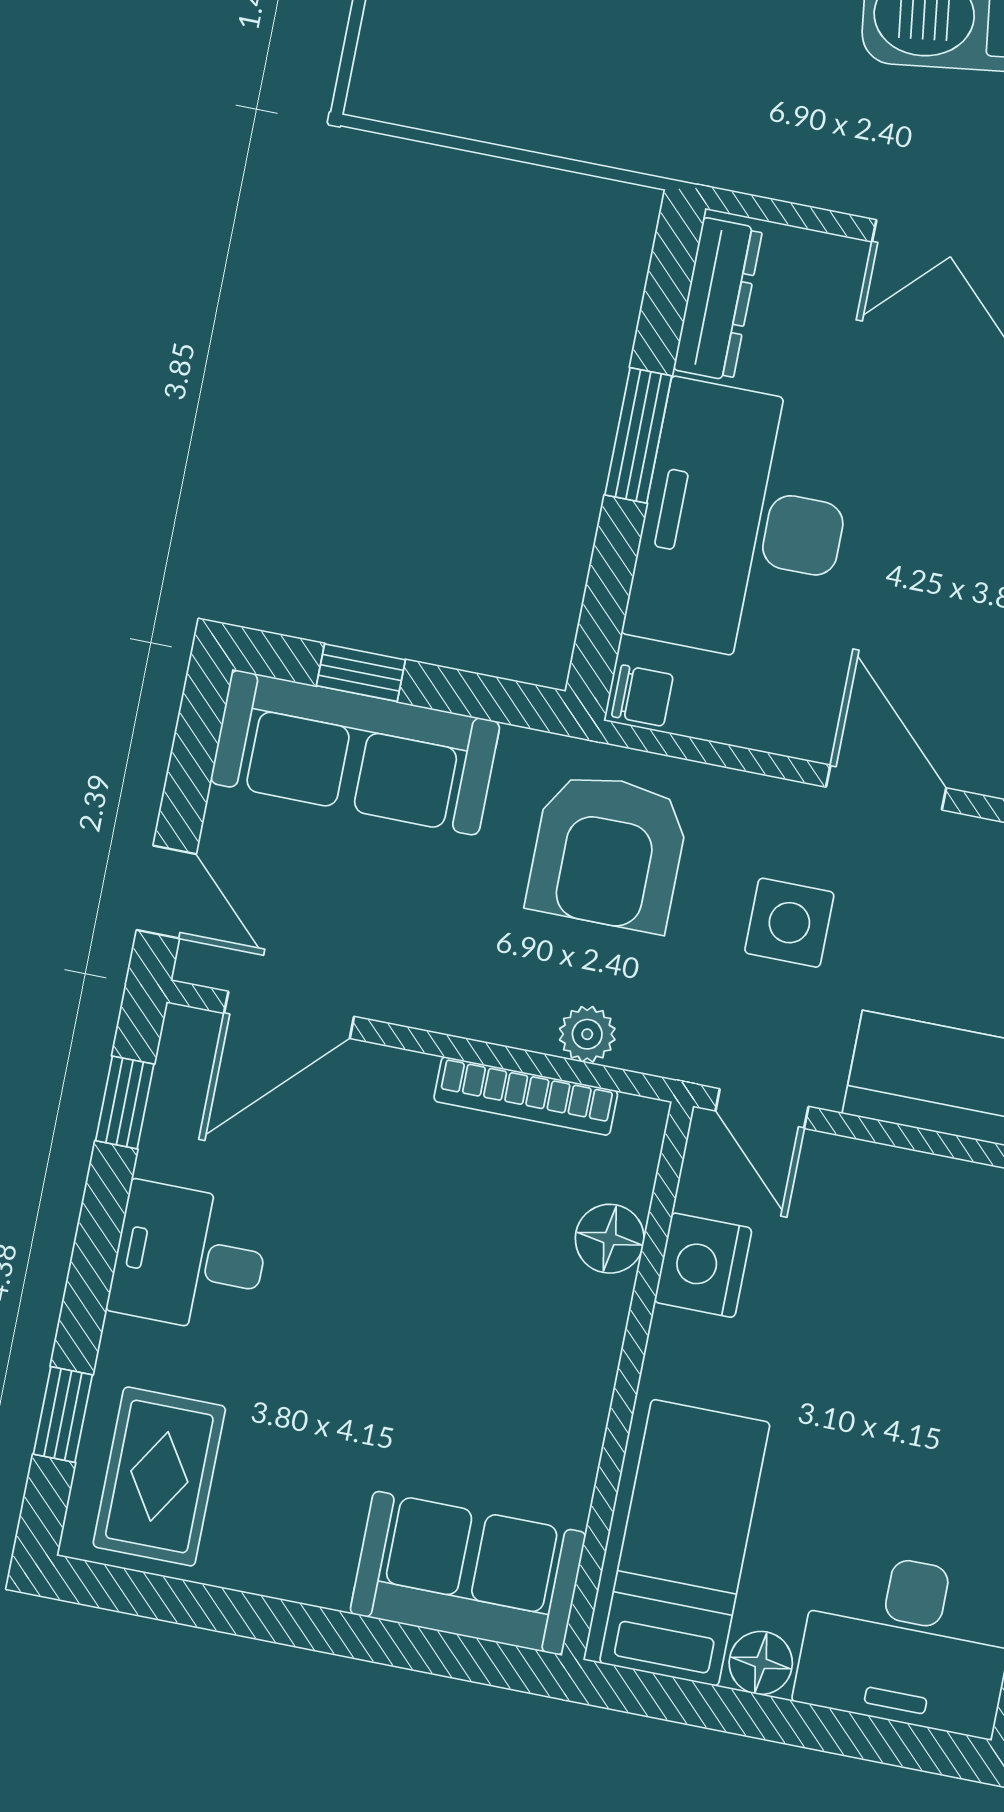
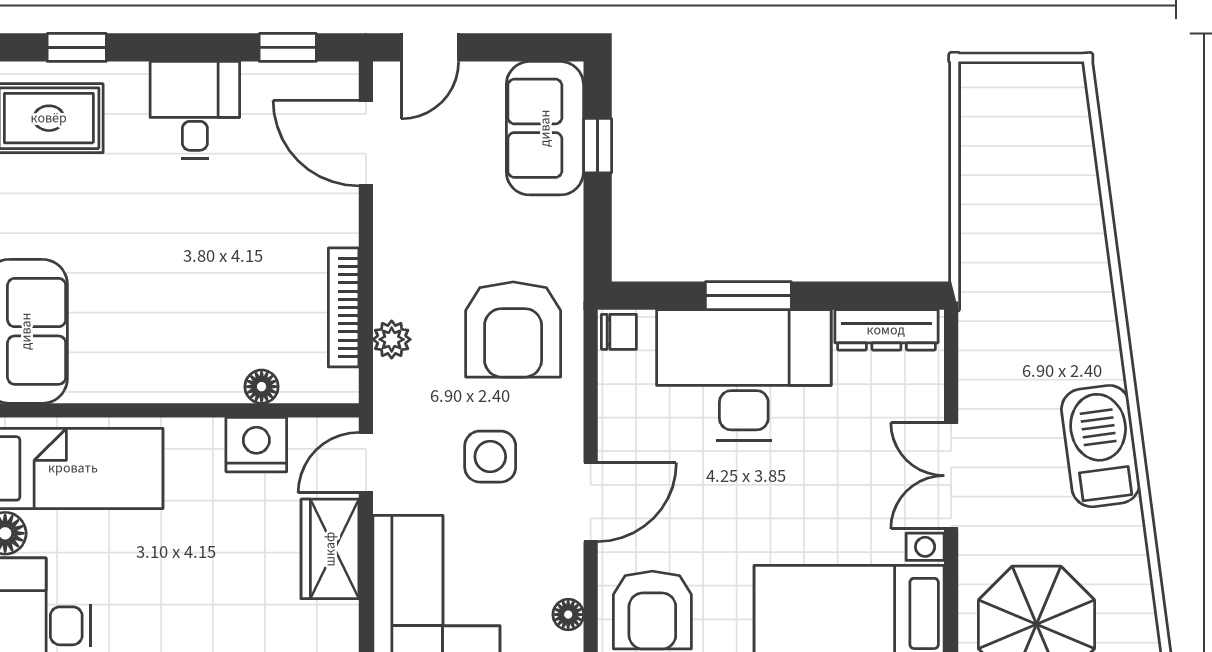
window: (638, 435) -> (748, 296), moved
chair: (643, 696) -> (619, 332), turned -90
sofa: (355, 753) -> (545, 128), width x0.73
armchair: (608, 852) -> (513, 329), turned -90
wardrobe: (879, 1187) -> (330, 549), added
floor lamp: (610, 1239) -> (262, 387), width x0.73, depth x0.73

